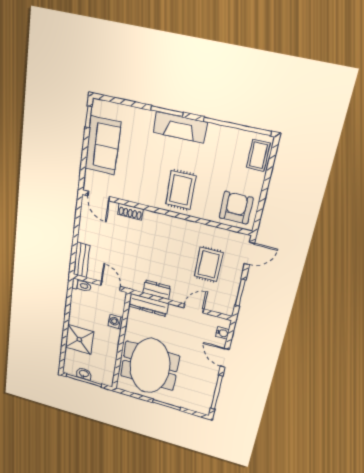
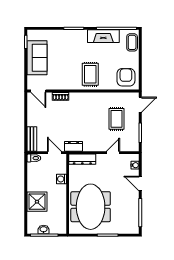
fireplace: (180, 127) -> (103, 36), moved
dresser: (157, 290) -> (73, 146), moved

